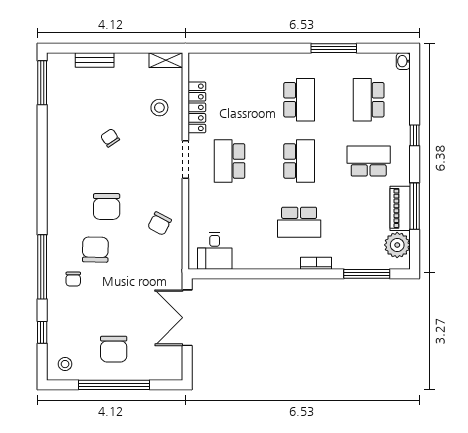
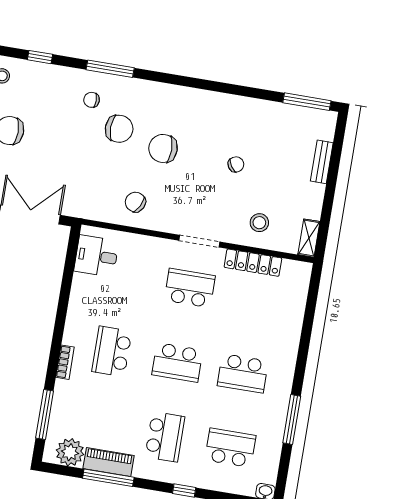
window: (42, 267) -> (110, 69), width x0.68

